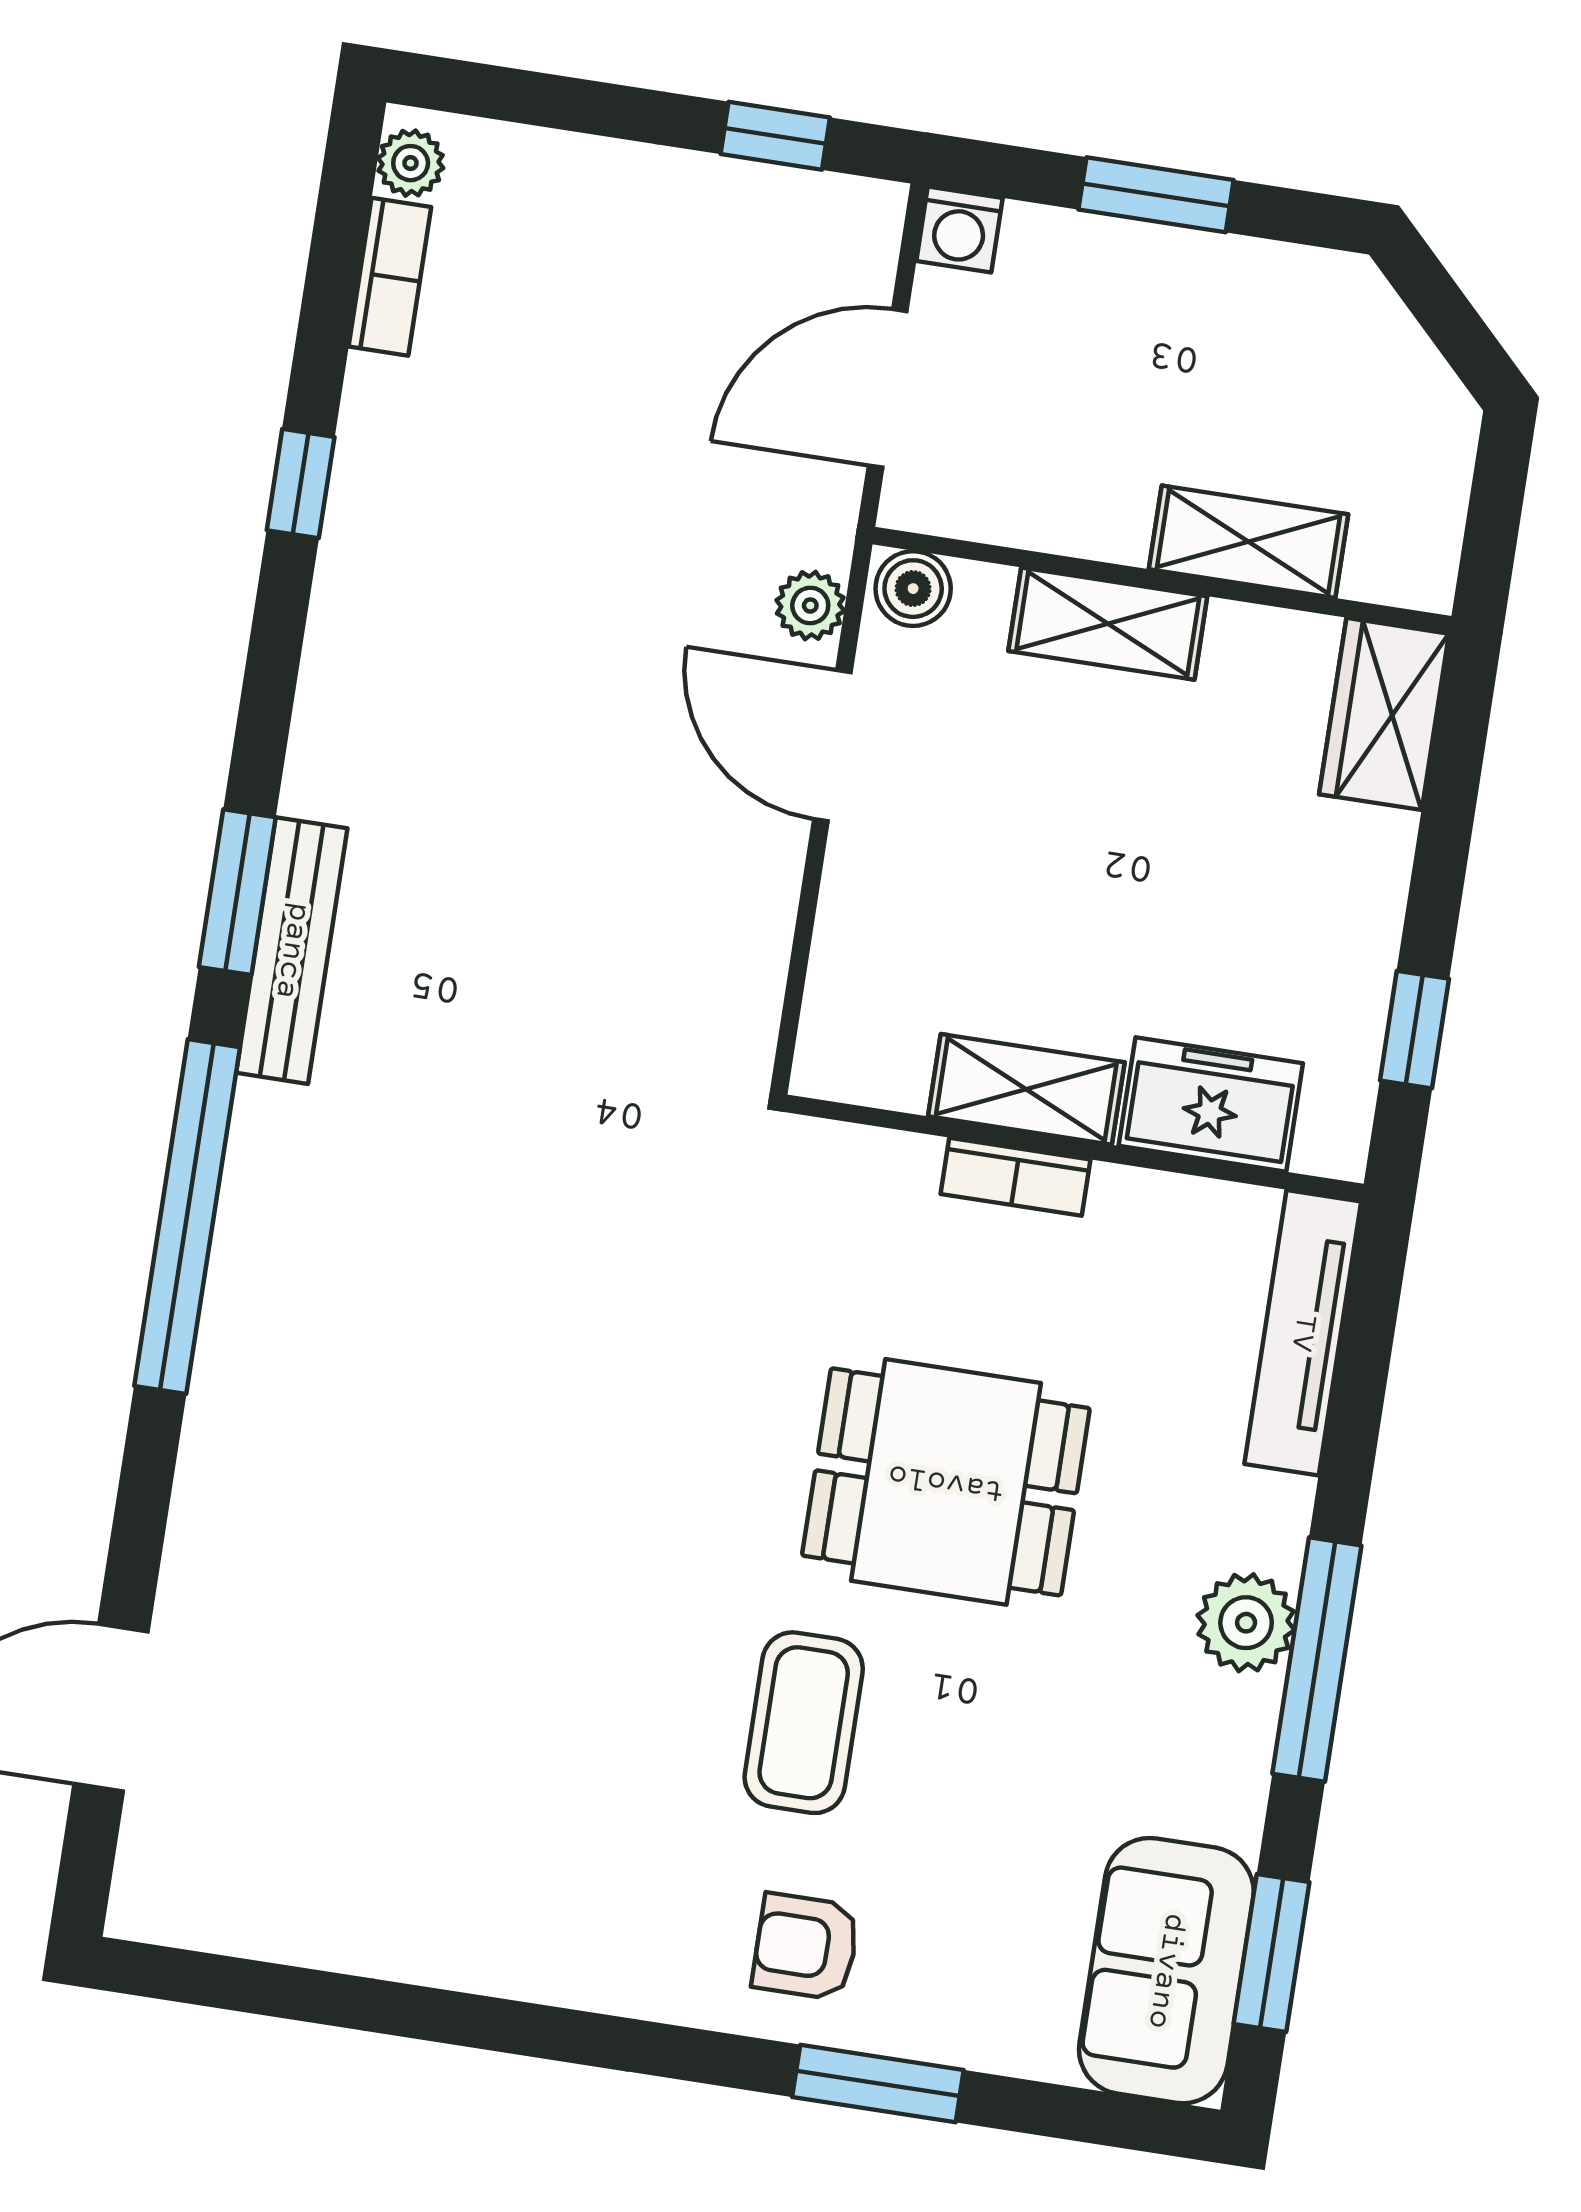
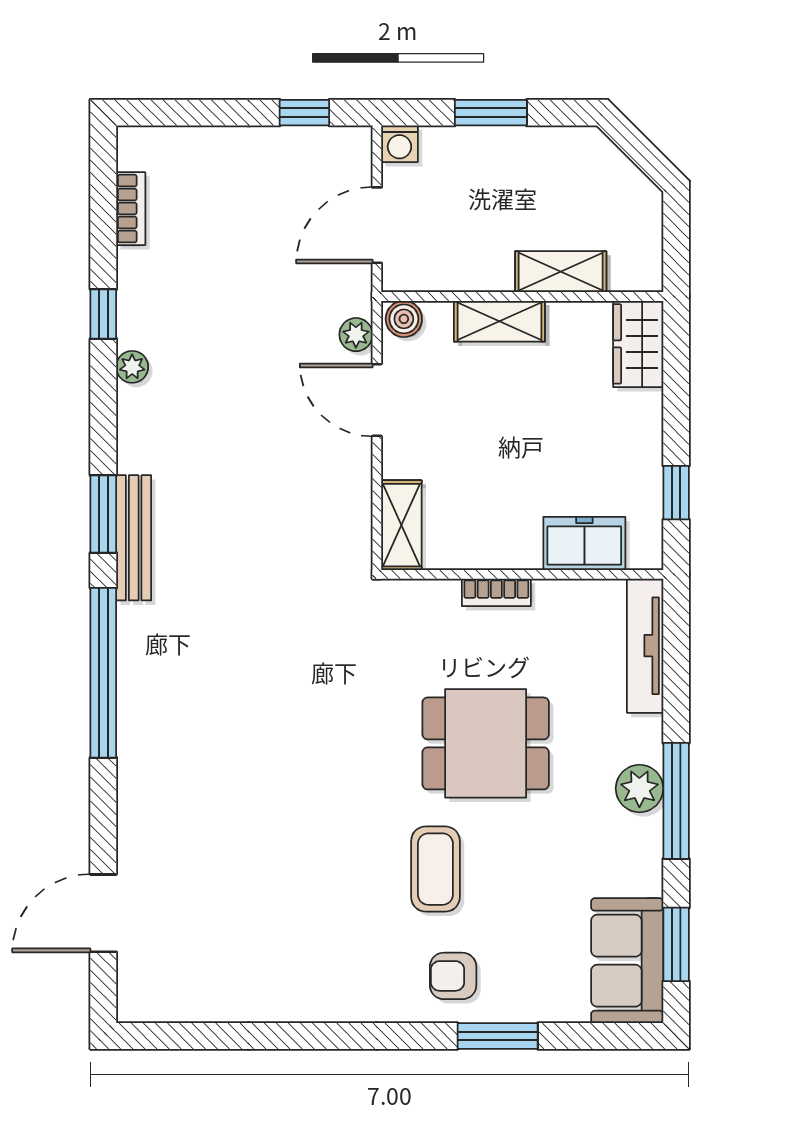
plant: (411, 163) -> (132, 367), moved
shelving: (1026, 1089) -> (401, 525), moved, turned 90

